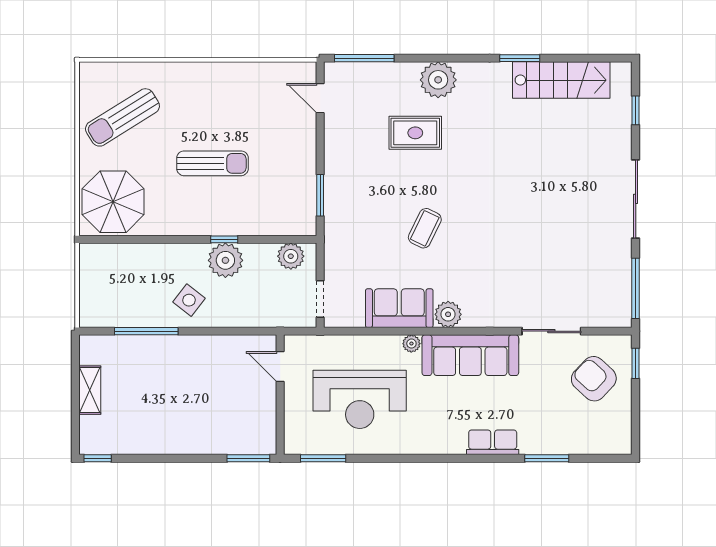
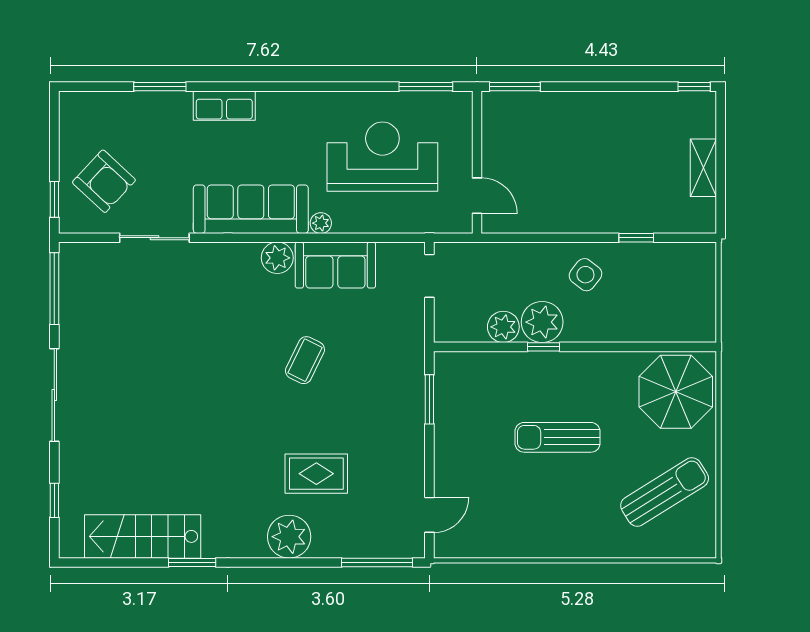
door: (320, 98) -> (429, 515), hinge flipped
plant: (291, 256) -> (503, 327), moved
window: (146, 331) -> (636, 238), width x0.46

